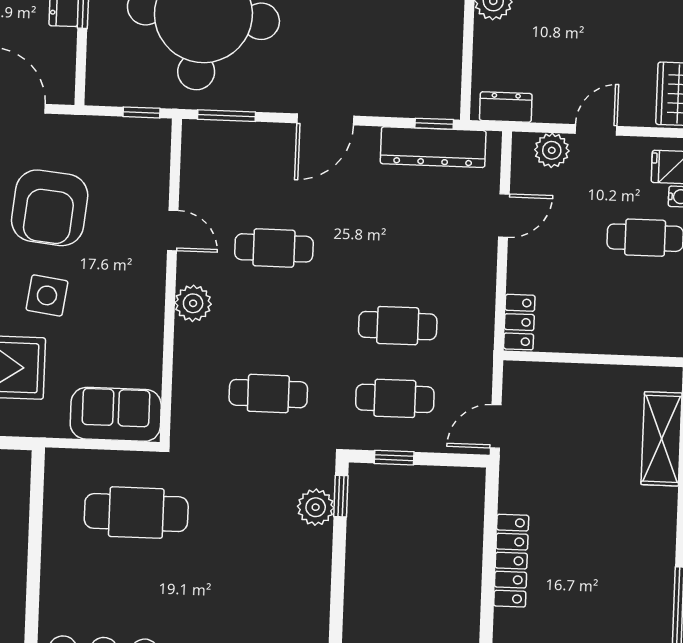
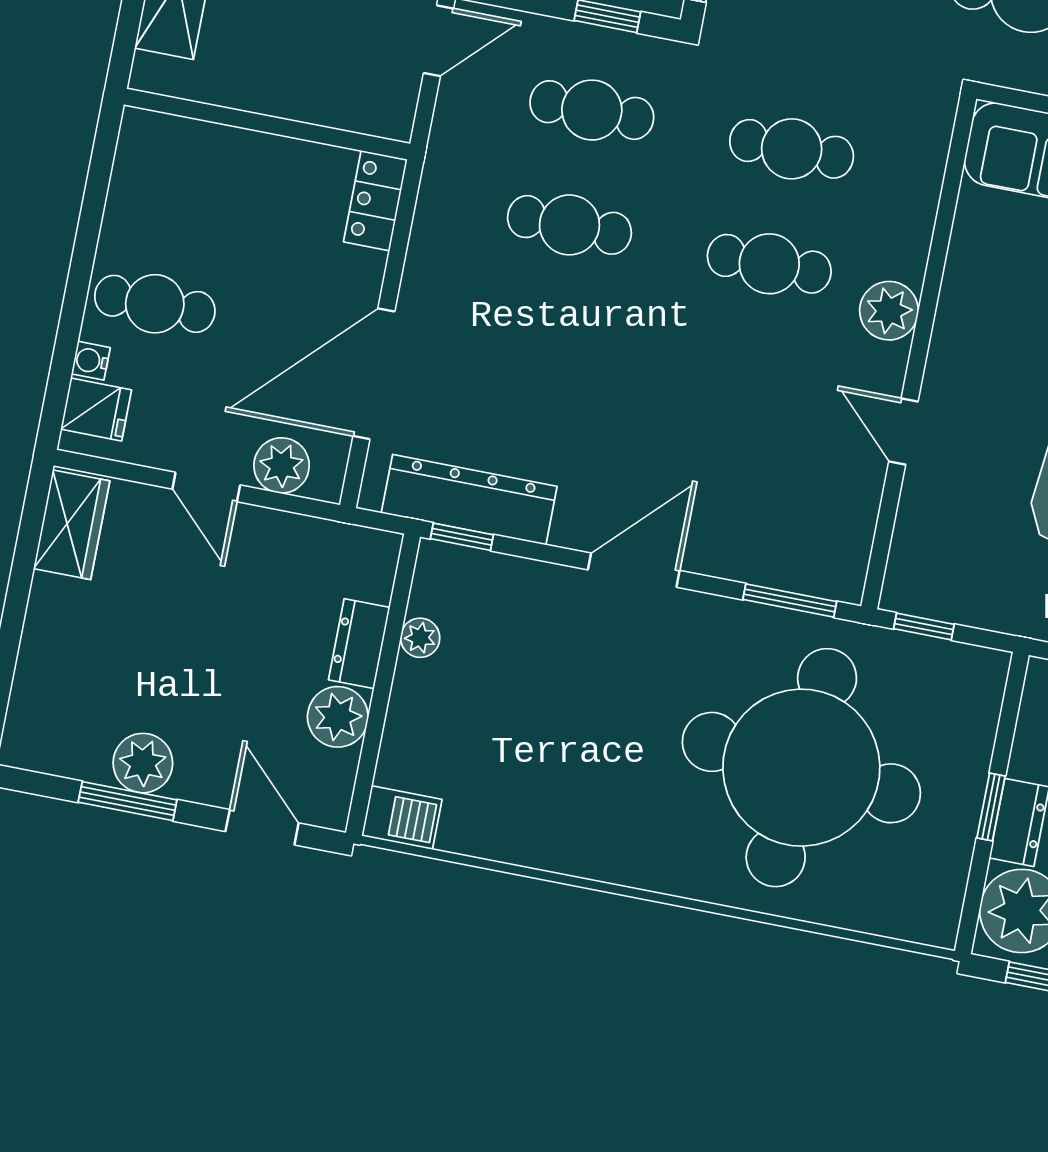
plant: (450, 58) -> (420, 638), added
dresser: (506, 107) -> (359, 644), moved, turned 90
door: (596, 130) -> (206, 487), hinge flipped
door: (504, 215) -> (374, 374), width x1.88
cafe table: (274, 248) -> (769, 264), moved

